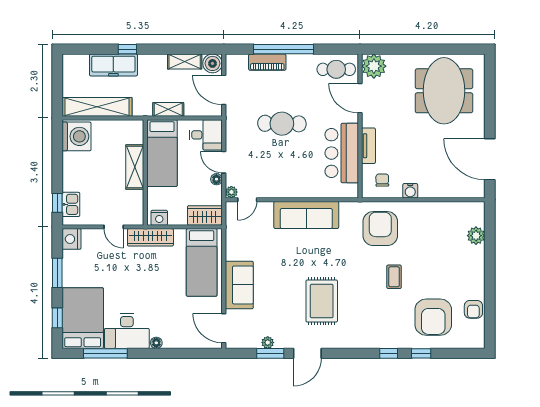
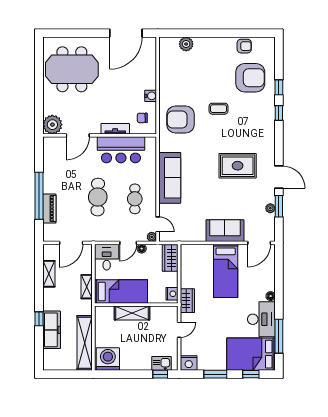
boiler: (212, 63) -> (50, 252), removed
cafe table: (336, 69) -> (135, 199), moved
wardrobe: (150, 237) -> (187, 301), width x0.67
bed: (202, 262) -> (226, 271), moved, turned 90

